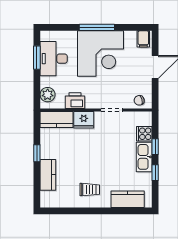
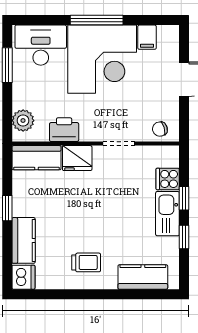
filing cabinet: (143, 39) -> (147, 37), moved
desk: (54, 59) -> (41, 45), moved, turned 90
dishwasher: (48, 199) -> (23, 277), added

